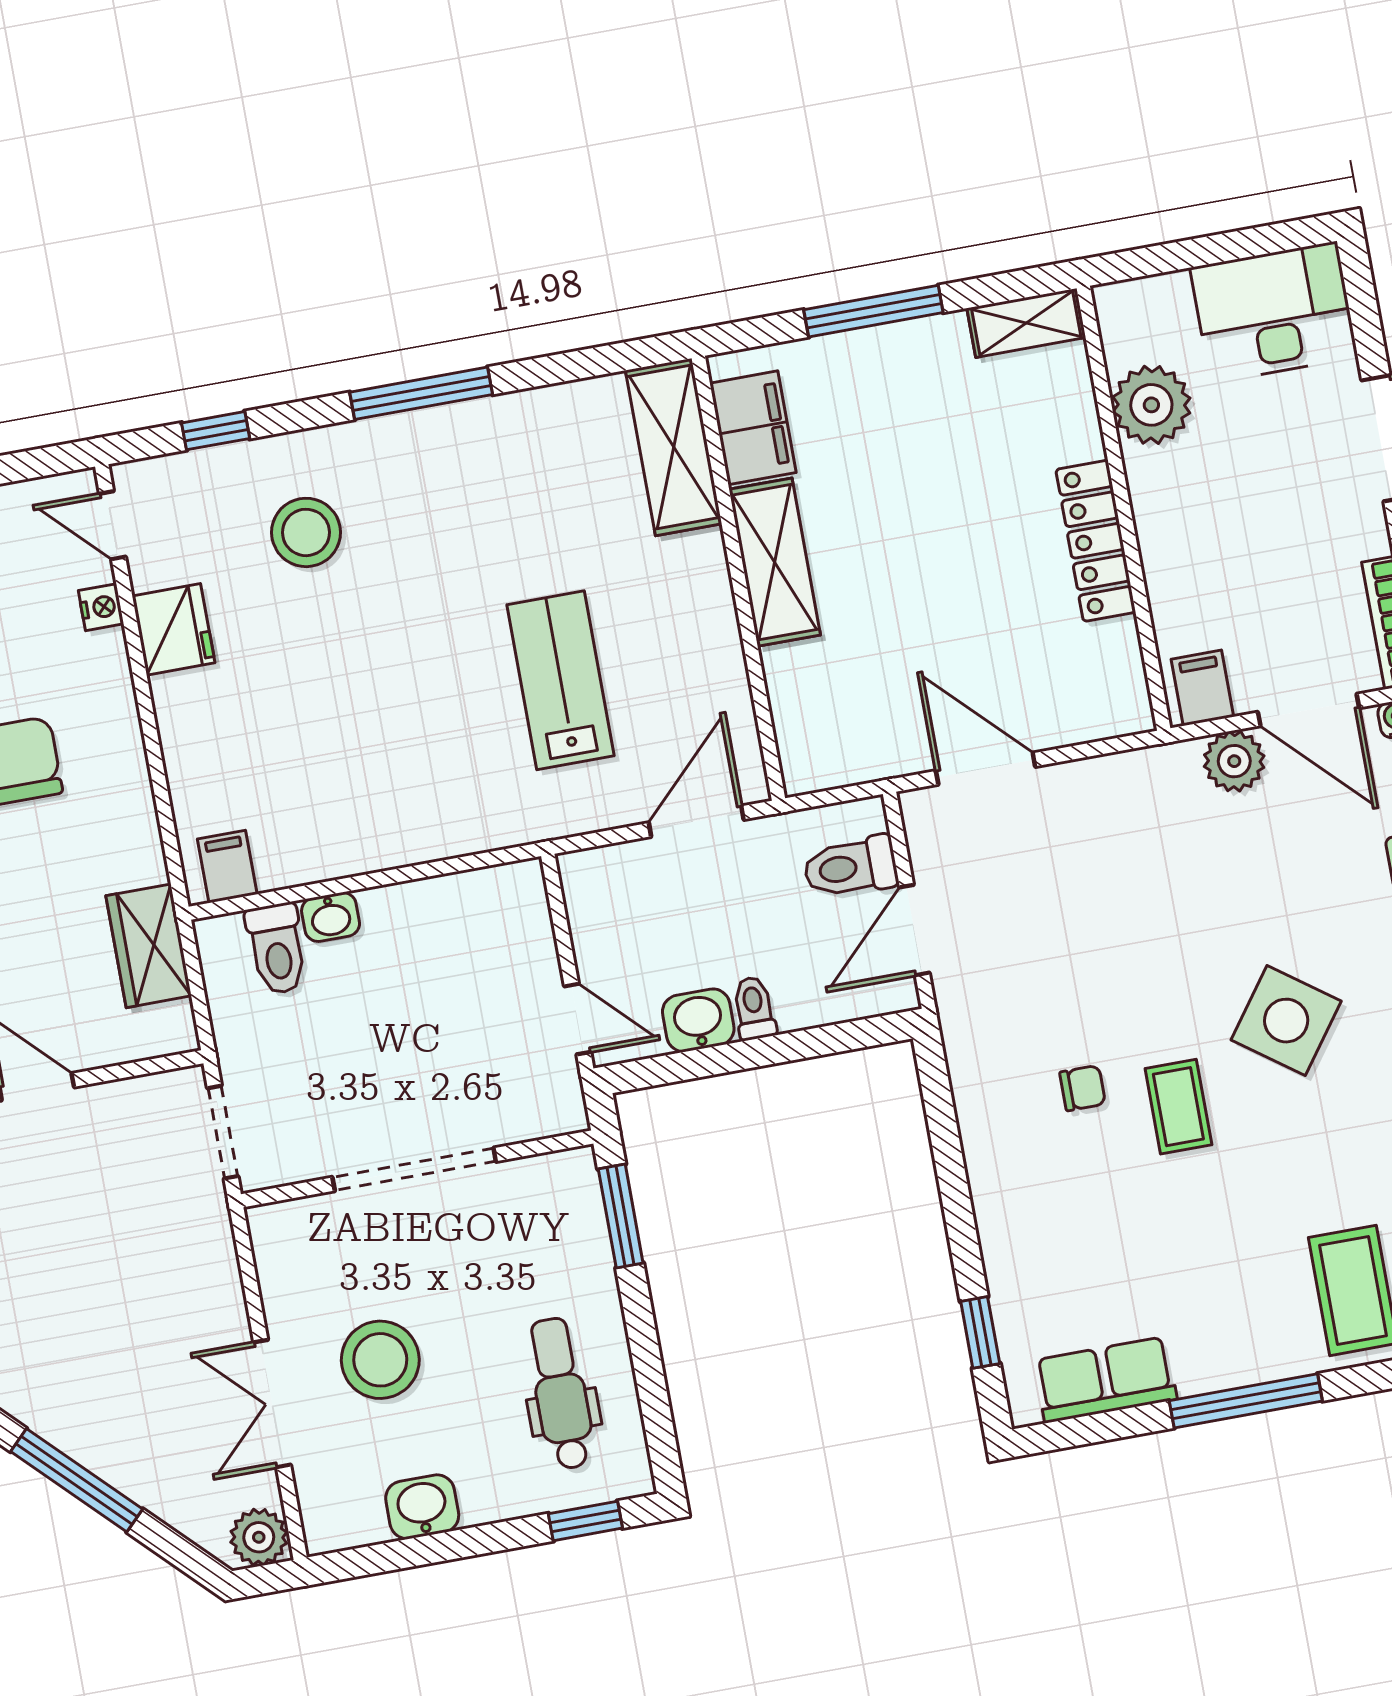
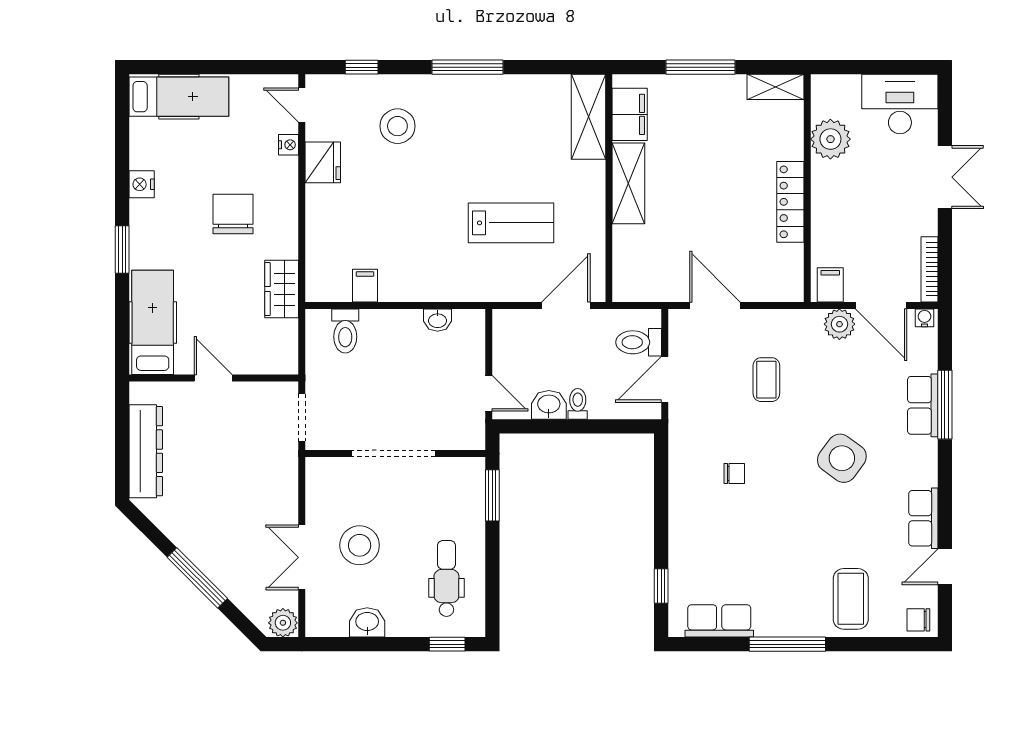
lab bench: (561, 680) -> (511, 223), turned 90
filing cabinet: (227, 867) -> (365, 286), moved
washbasin: (331, 917) -> (438, 320), moved
wardrobe: (149, 946) -> (282, 289), moved
coffee table: (1178, 1107) -> (766, 380), moved

